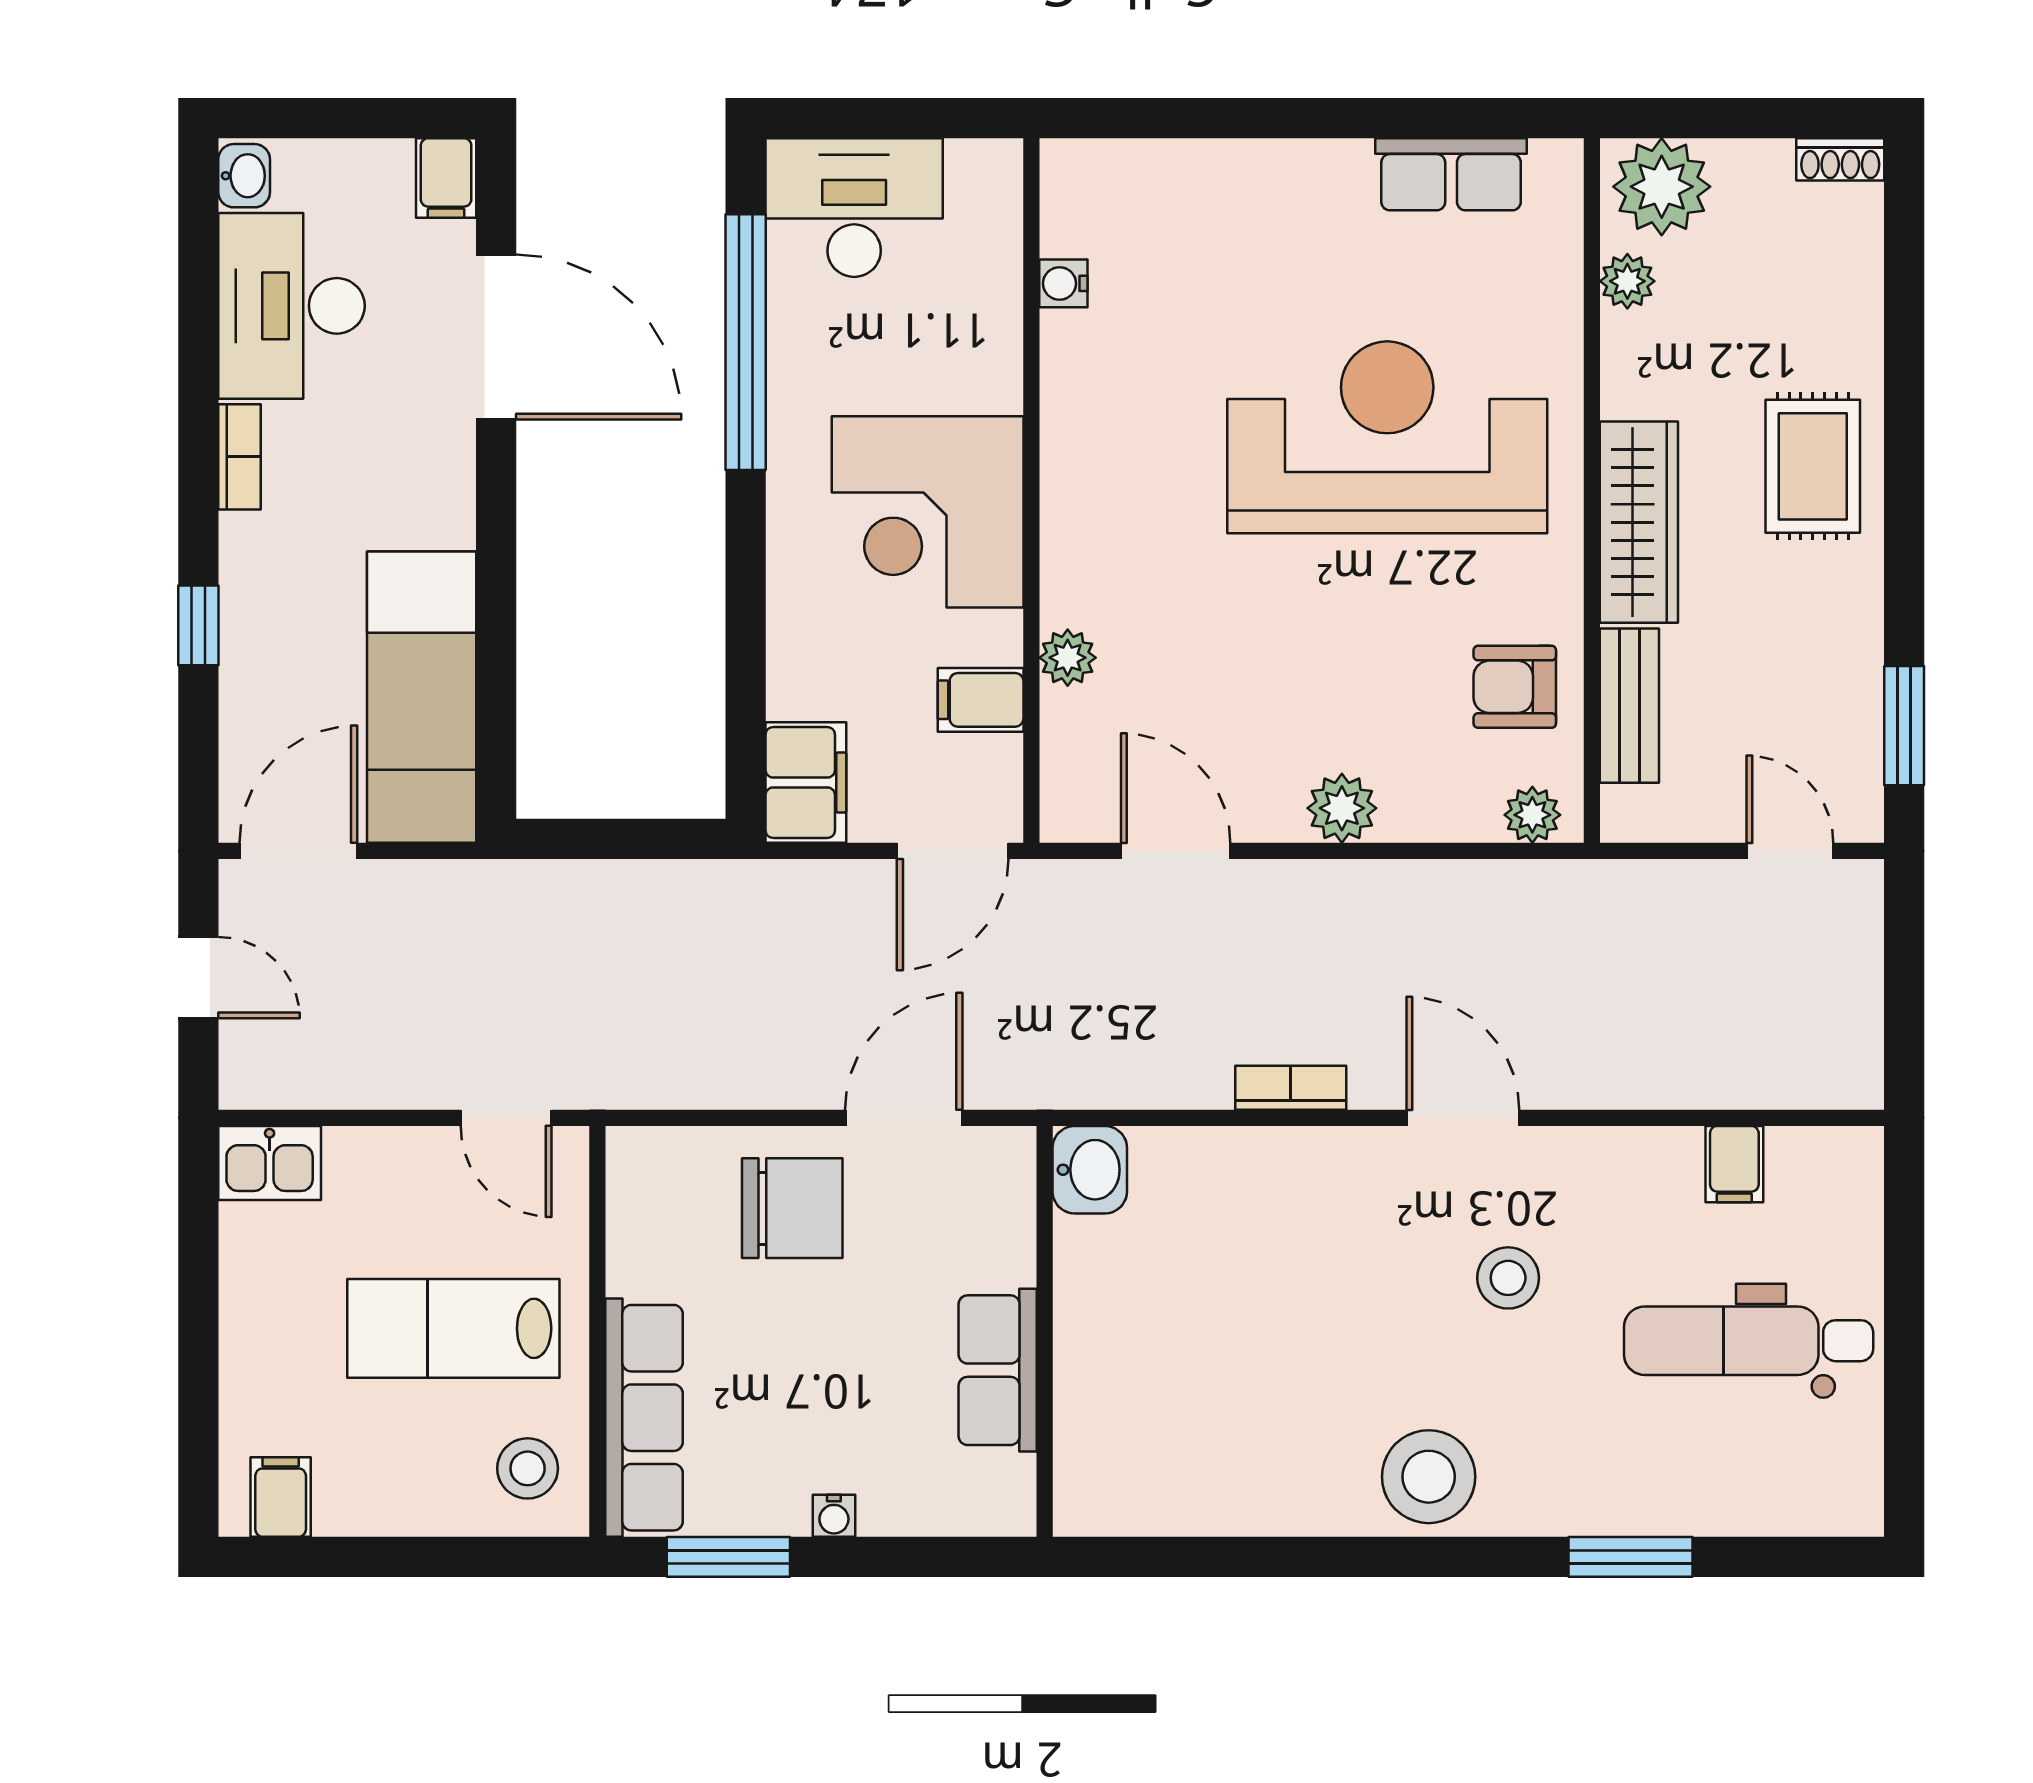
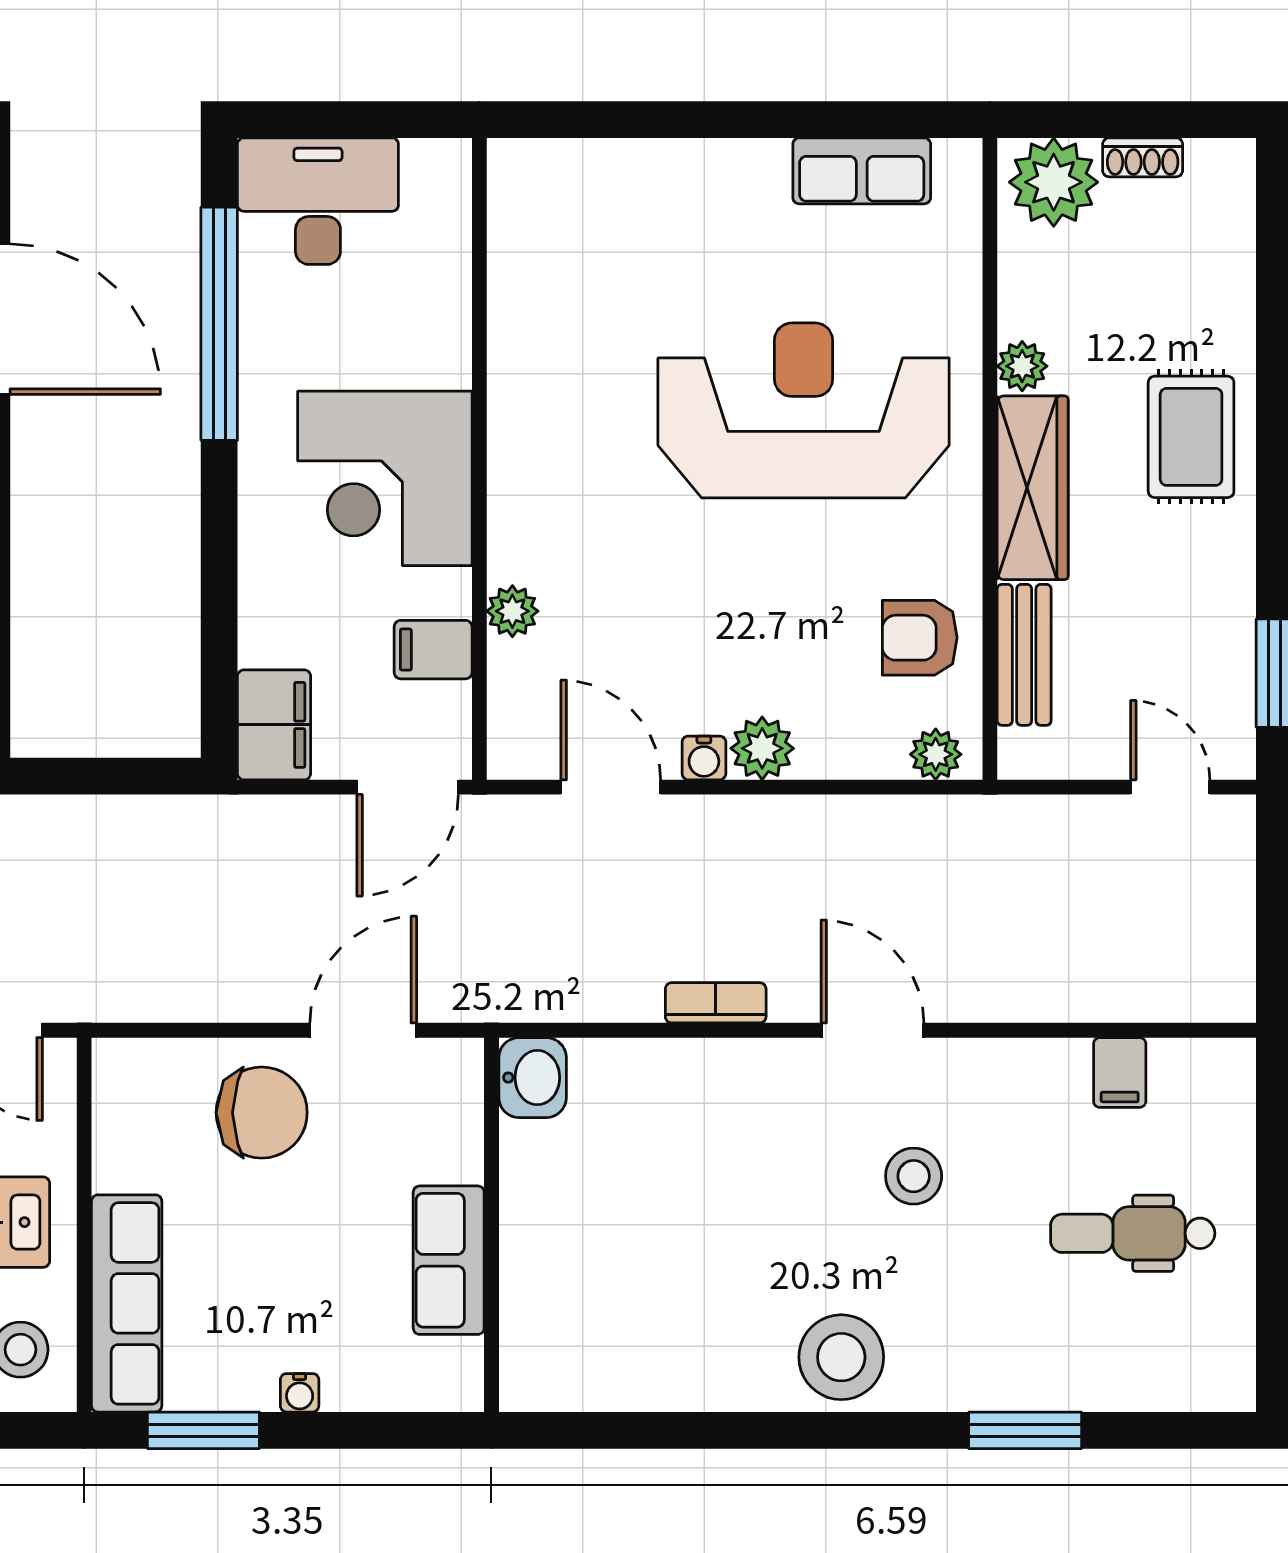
shoe rack: (1840, 159) -> (1143, 157), moved
plant: (1627, 281) -> (1022, 366), moved
water cooler: (1063, 283) -> (704, 758), moved, turned -90
dental chair: (1749, 1341) -> (1133, 1233), width x0.73, depth x0.72

